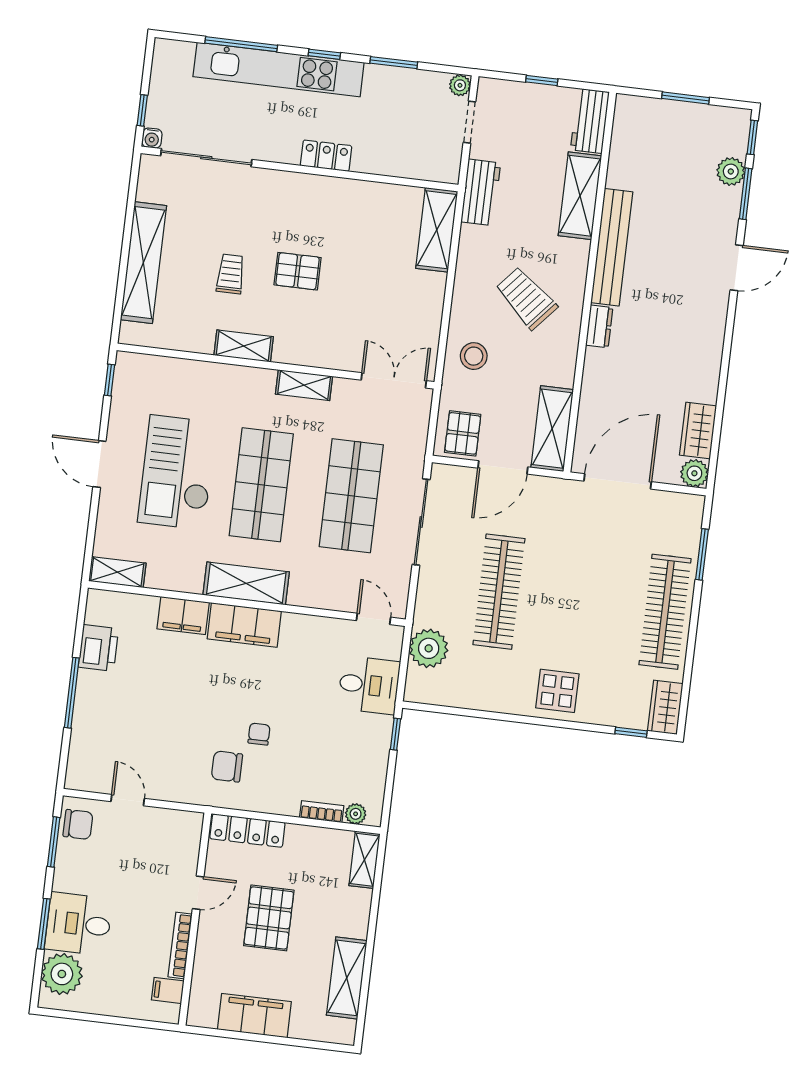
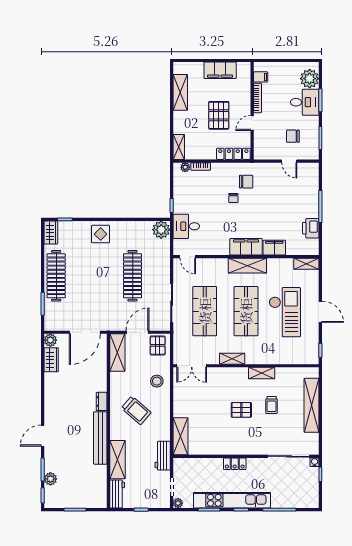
kitchen unit: (279, 69) -> (232, 500), moved
plant: (429, 648) -> (161, 230), moved
chair: (78, 824) -> (293, 136), moved

